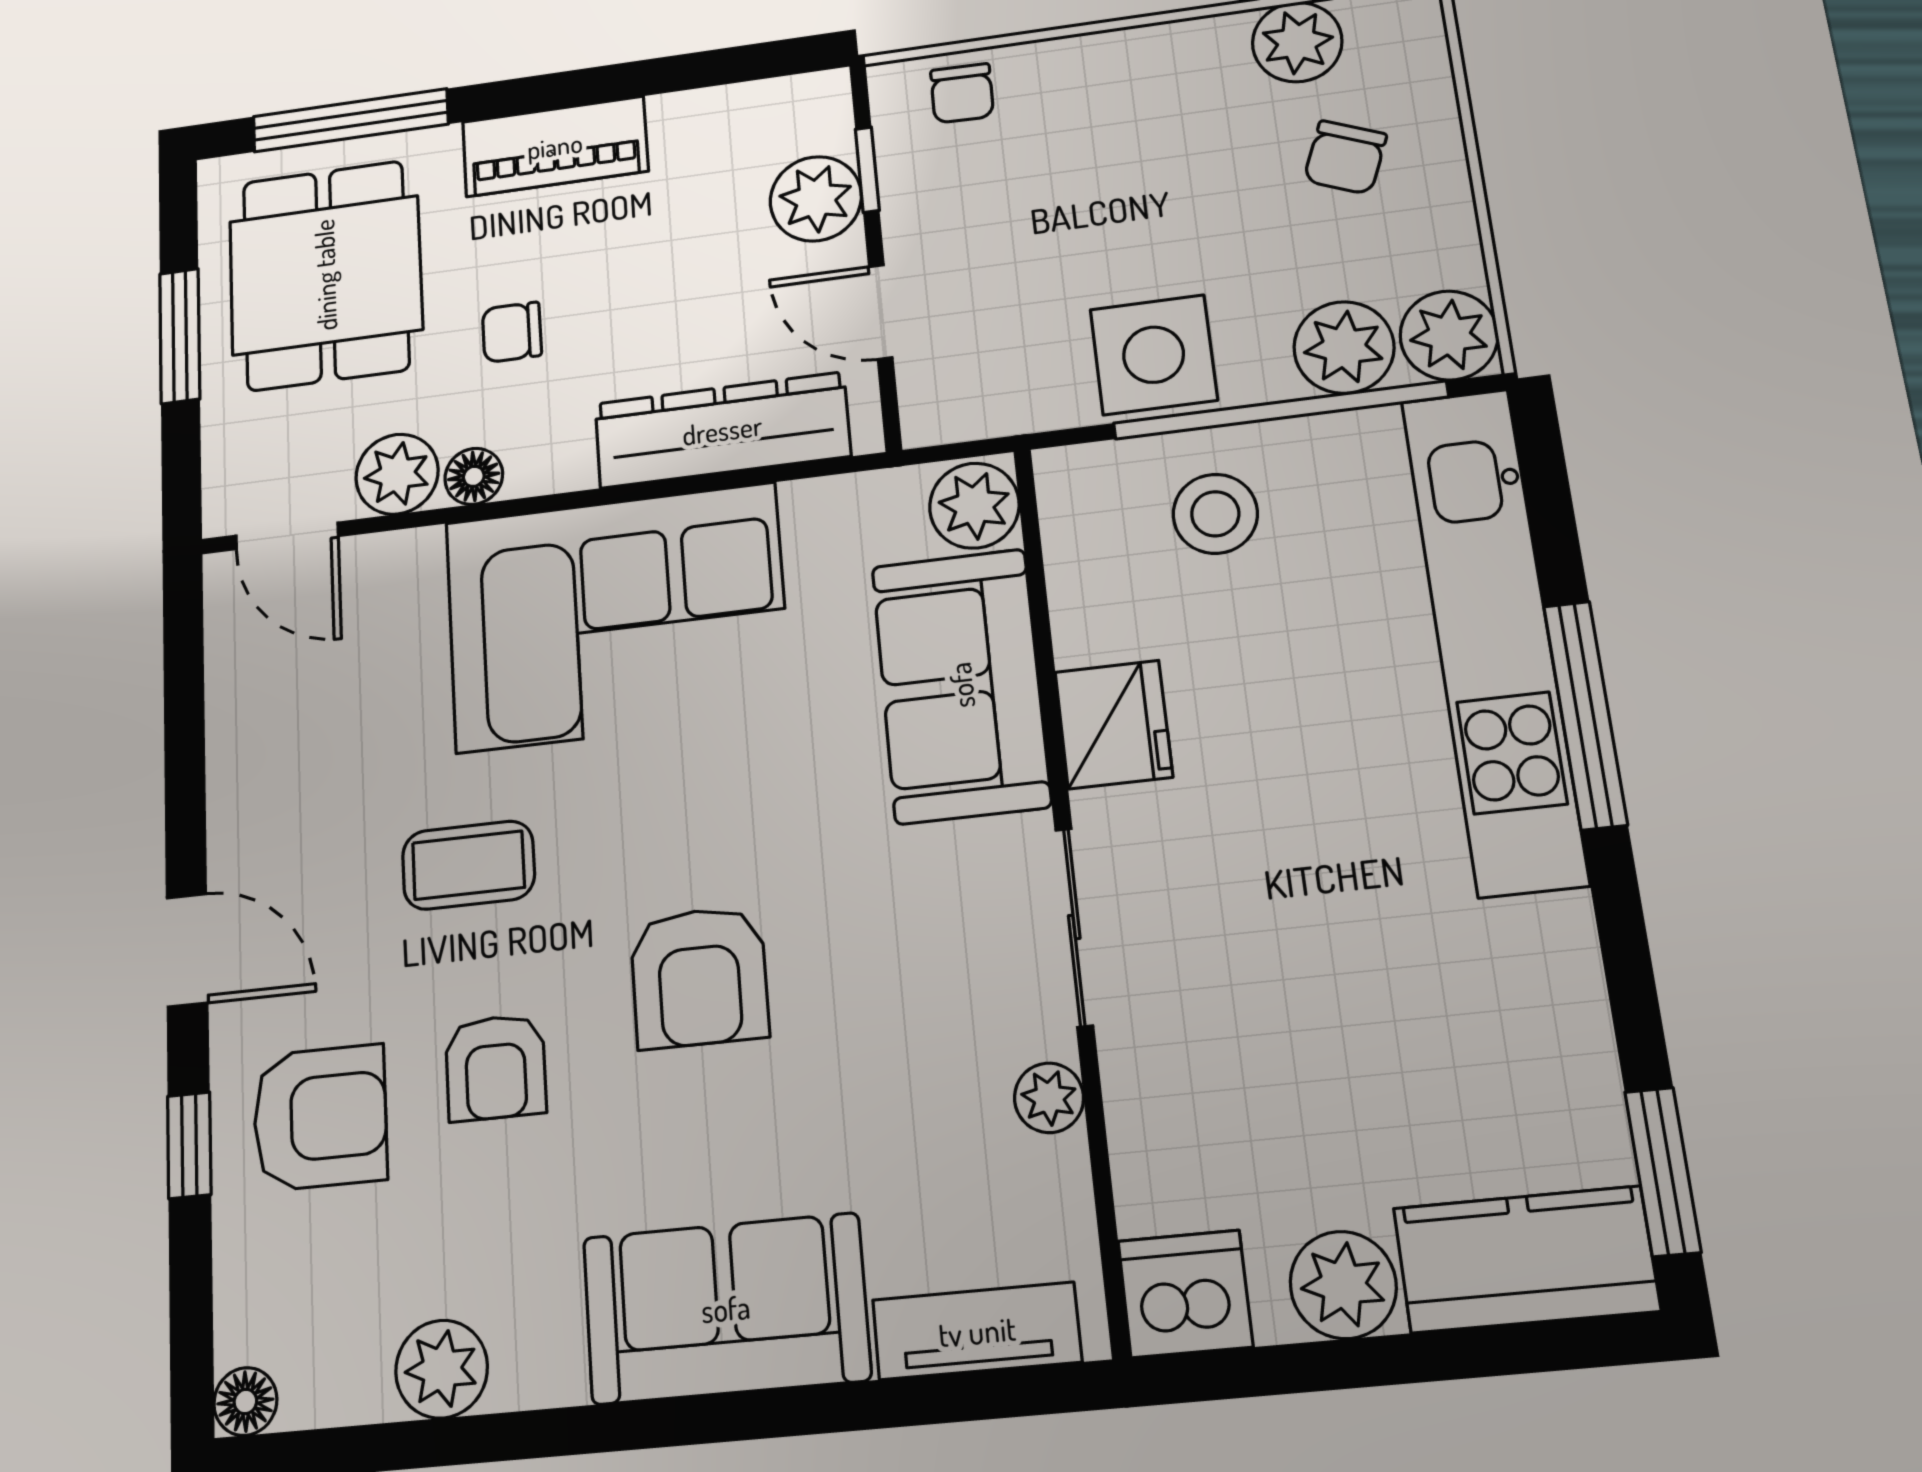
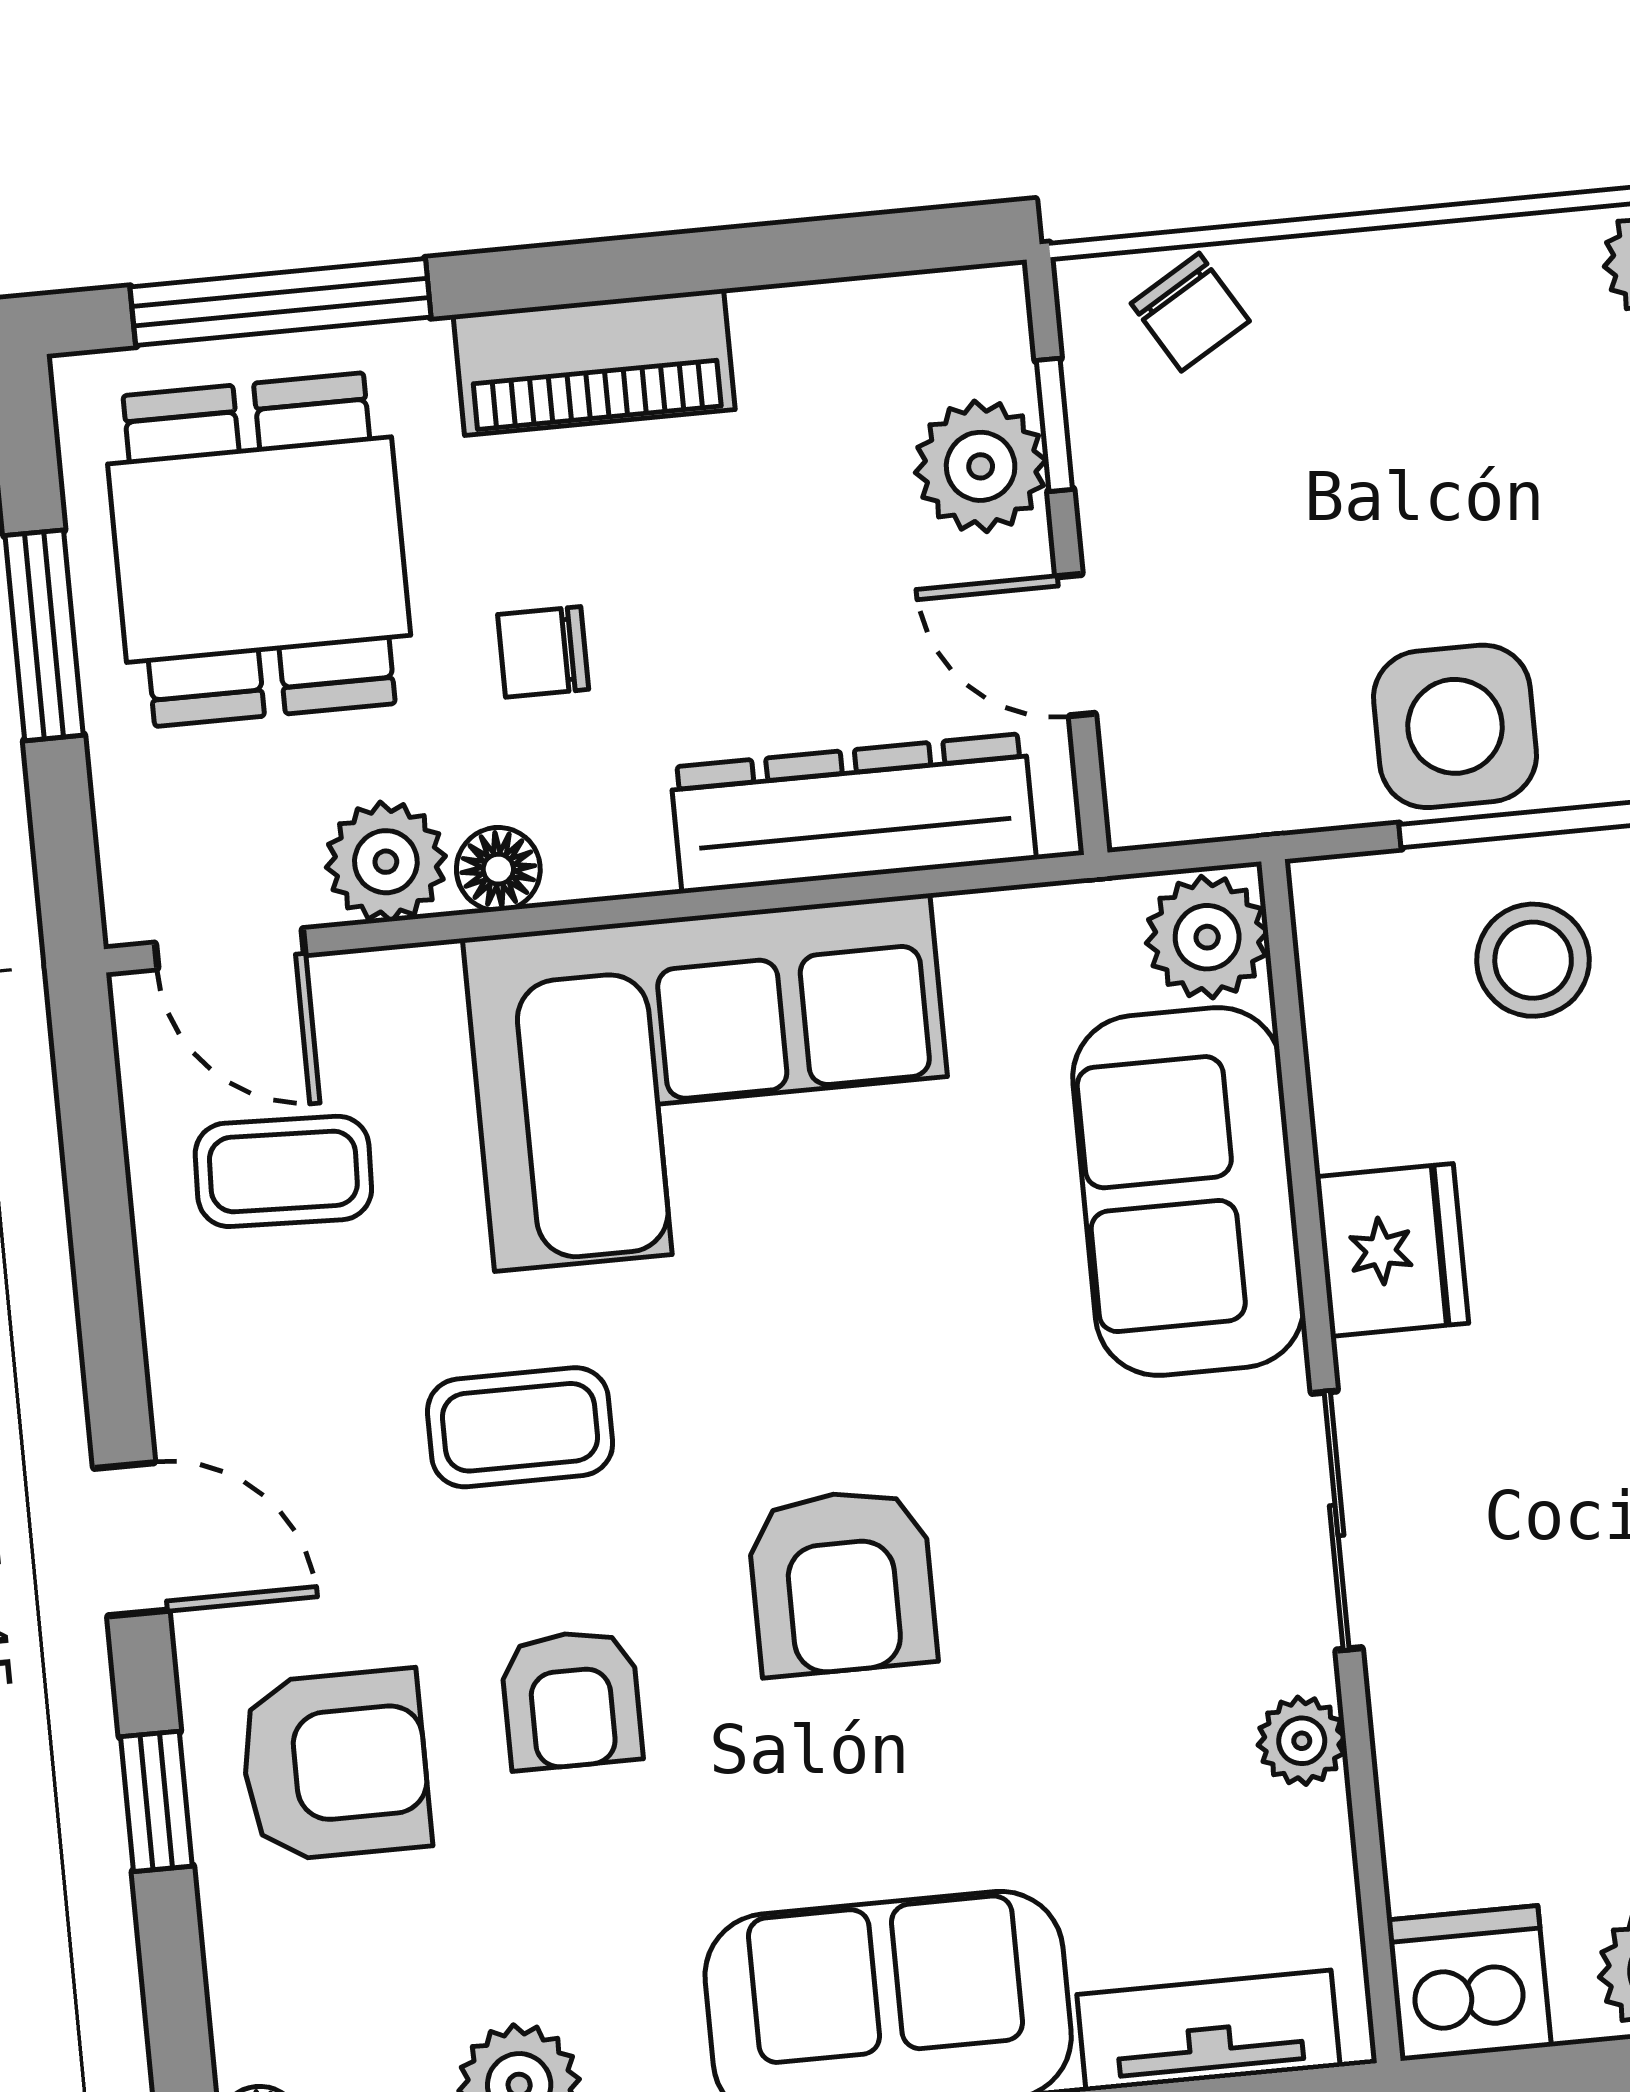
chair: (962, 93) -> (1190, 312), turned -32
coffee table: (313, 687) -> (283, 1171), added

